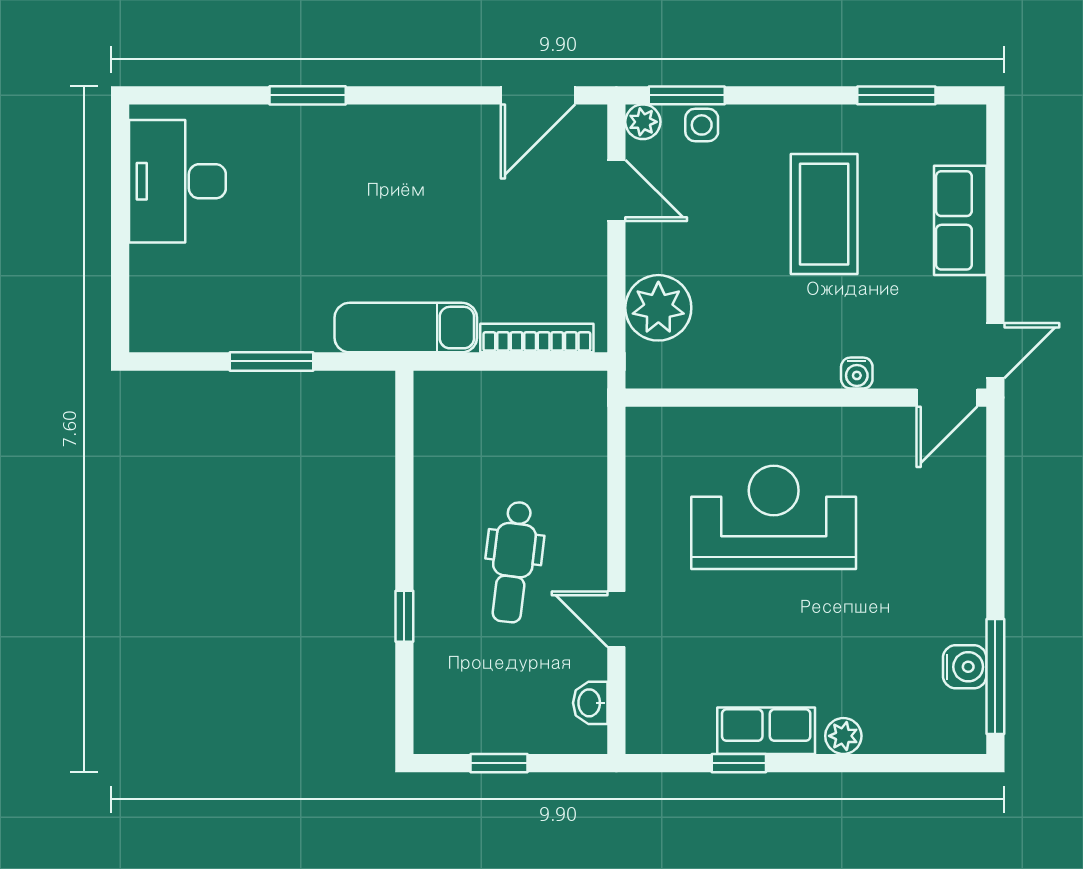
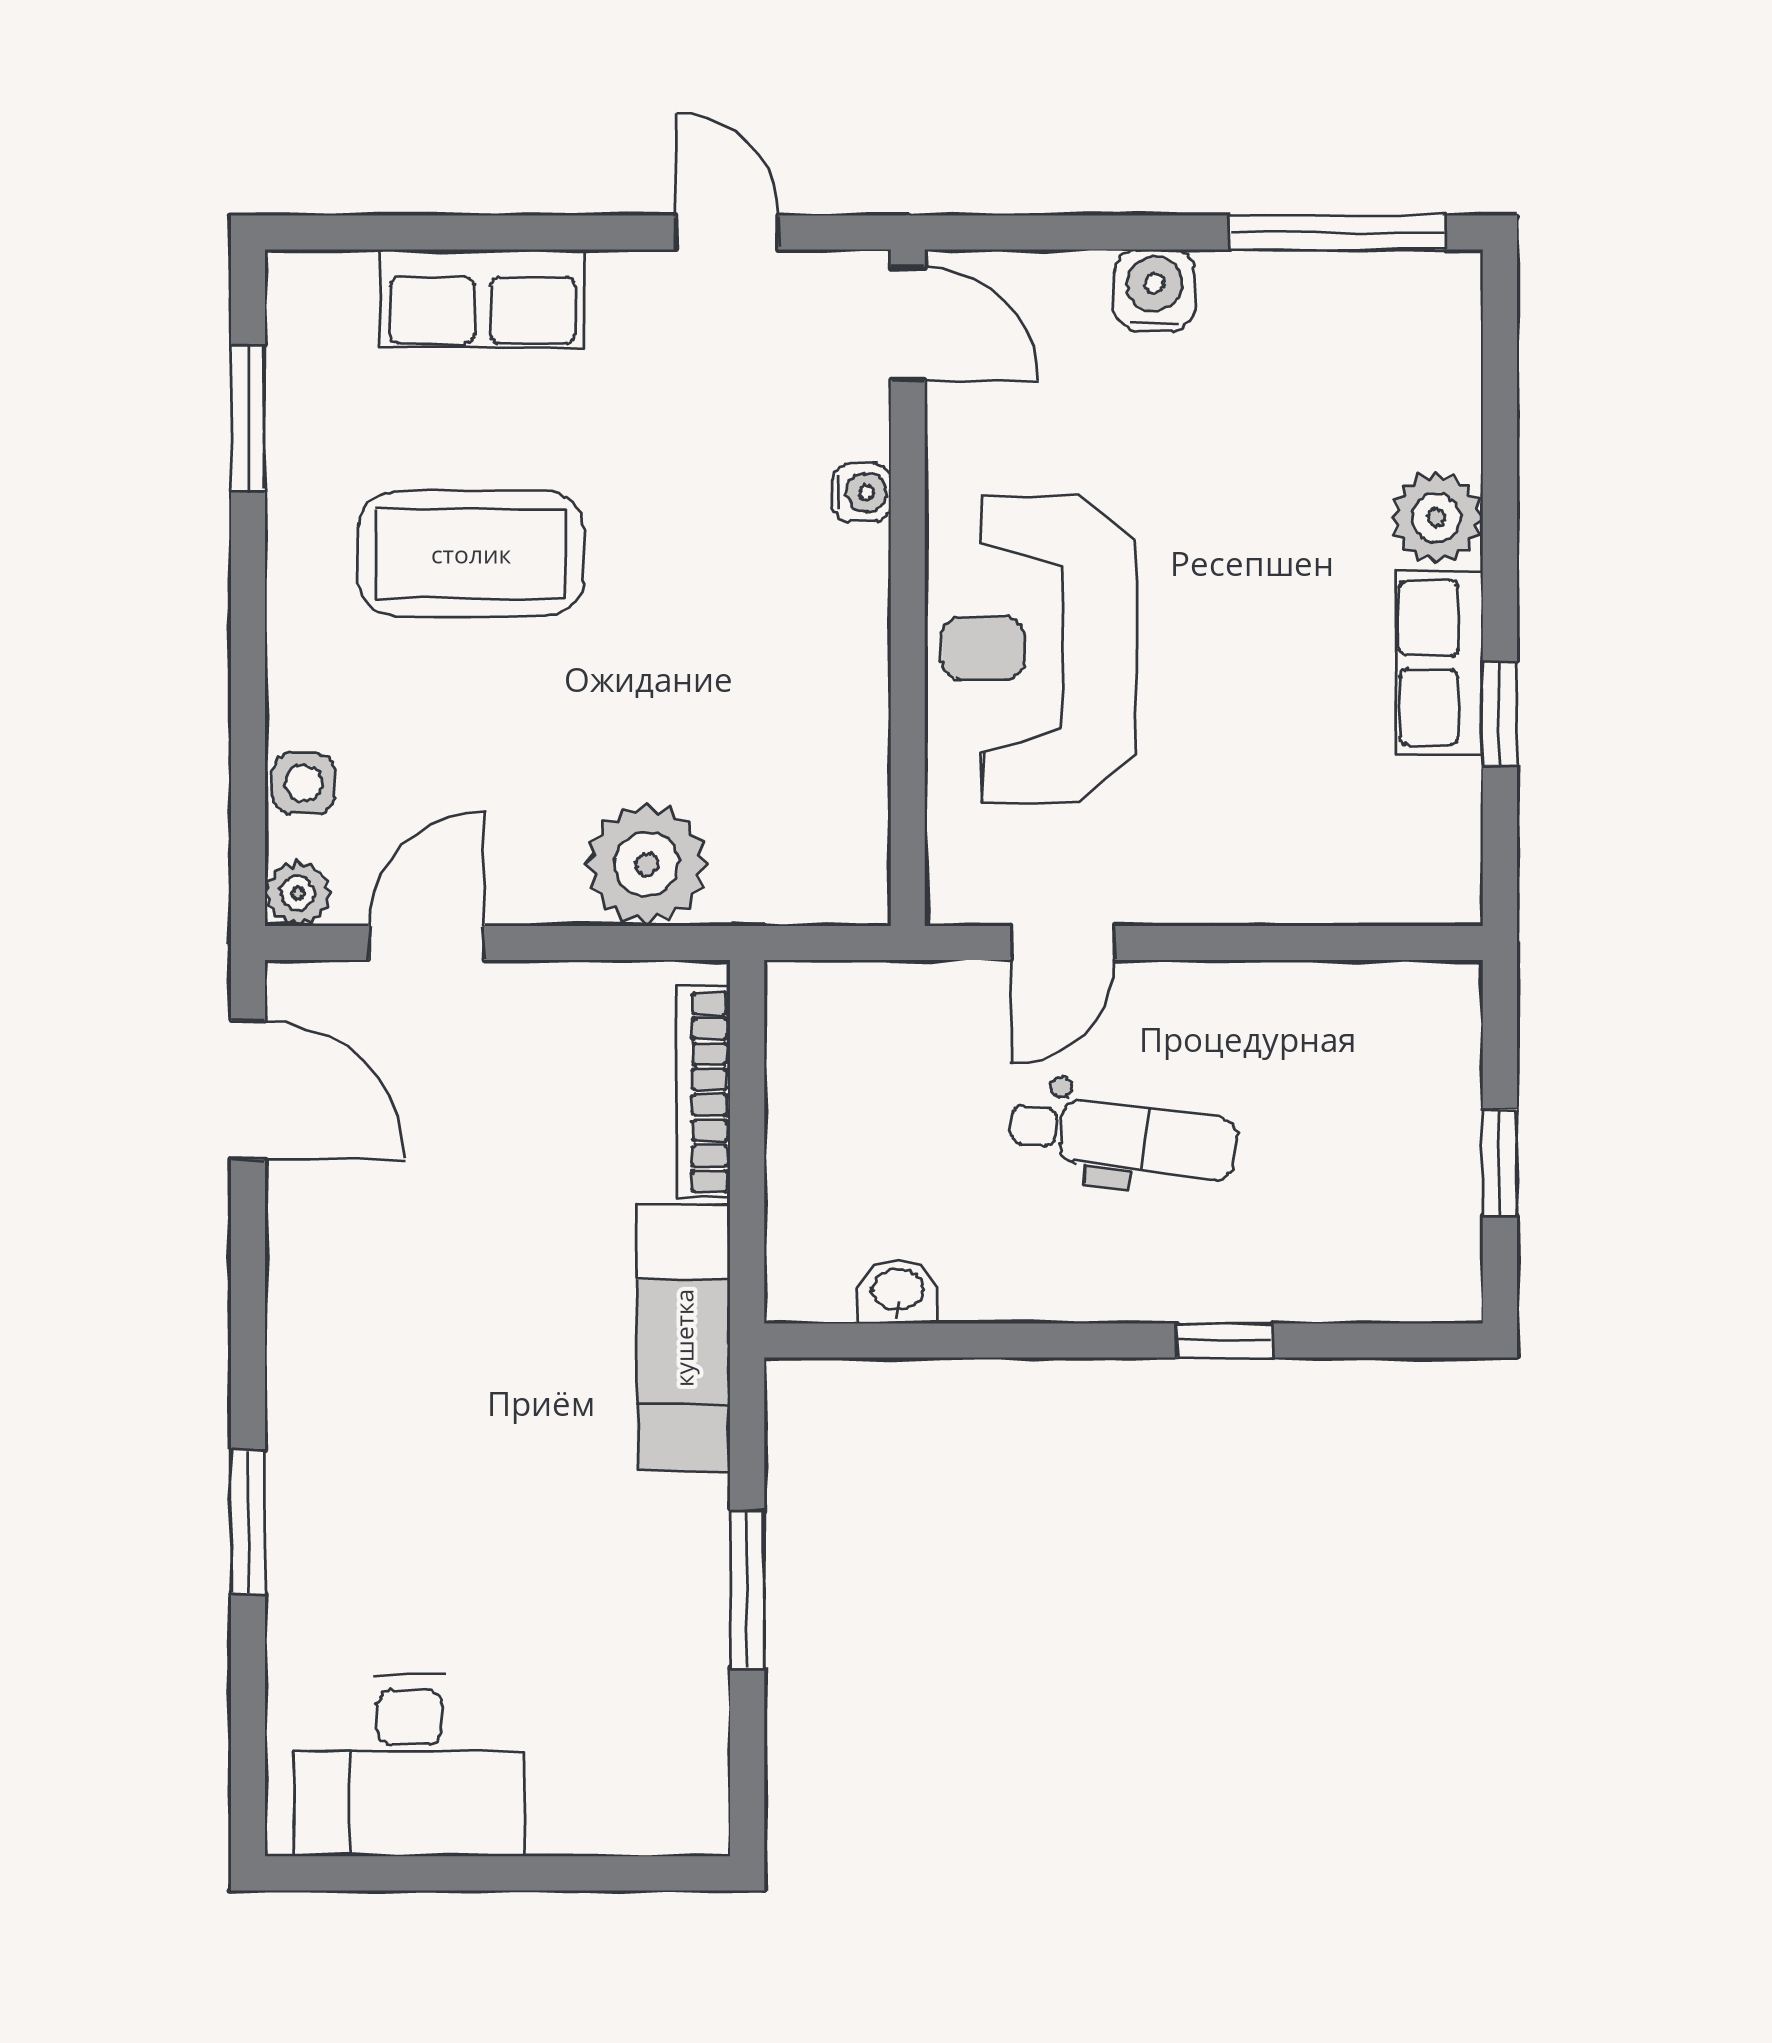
window: (687, 95) -> (248, 811), removed
water cooler: (857, 373) -> (862, 492), moved
wall: (806, 398) -> (908, 588), moved
door: (947, 398) -> (908, 324), moved
door: (616, 619) -> (1063, 943), moved
water cooler: (965, 667) -> (1154, 290), moved
washbasin: (590, 703) -> (898, 1291), moved, turned 180
plant: (843, 736) -> (1436, 518), width x1.38, depth x1.38

